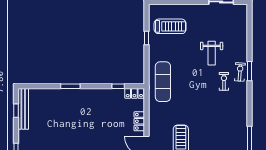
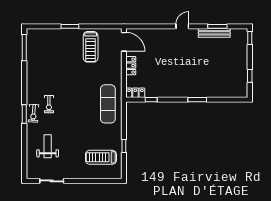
weight bench: (212, 53) -> (48, 146), moved
bench: (23, 109) -> (243, 78), removed

